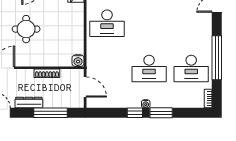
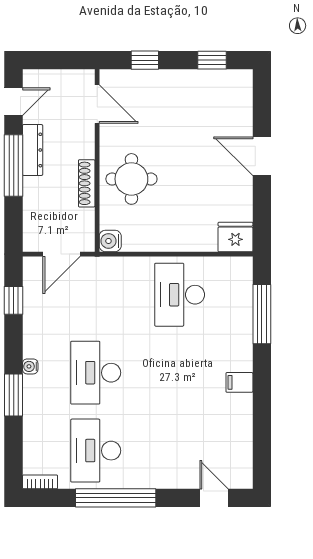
round table: (26, 29) -> (131, 179), moved
window: (50, 113) -> (14, 165), moved
window: (135, 113) -> (14, 300), moved

